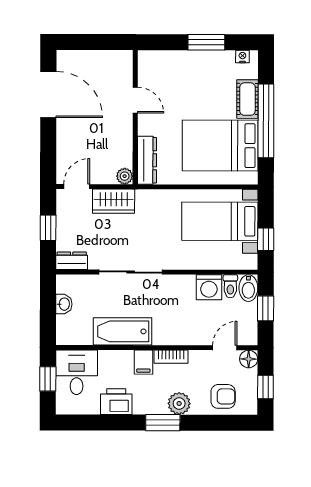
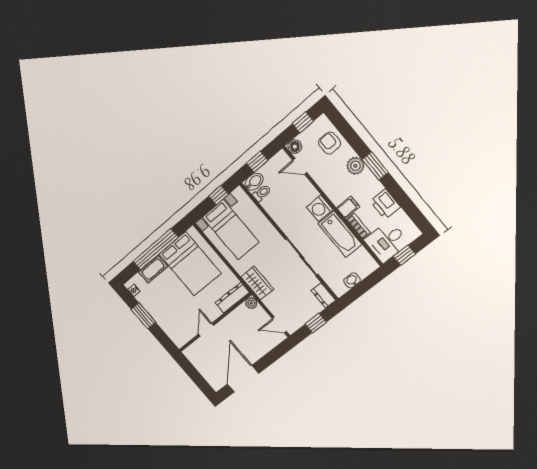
wardrobe: (114, 201) -> (257, 283), moved
washing machine: (209, 287) -> (320, 208), moved, turned 180
bookcase: (171, 357) -> (358, 226), moved

